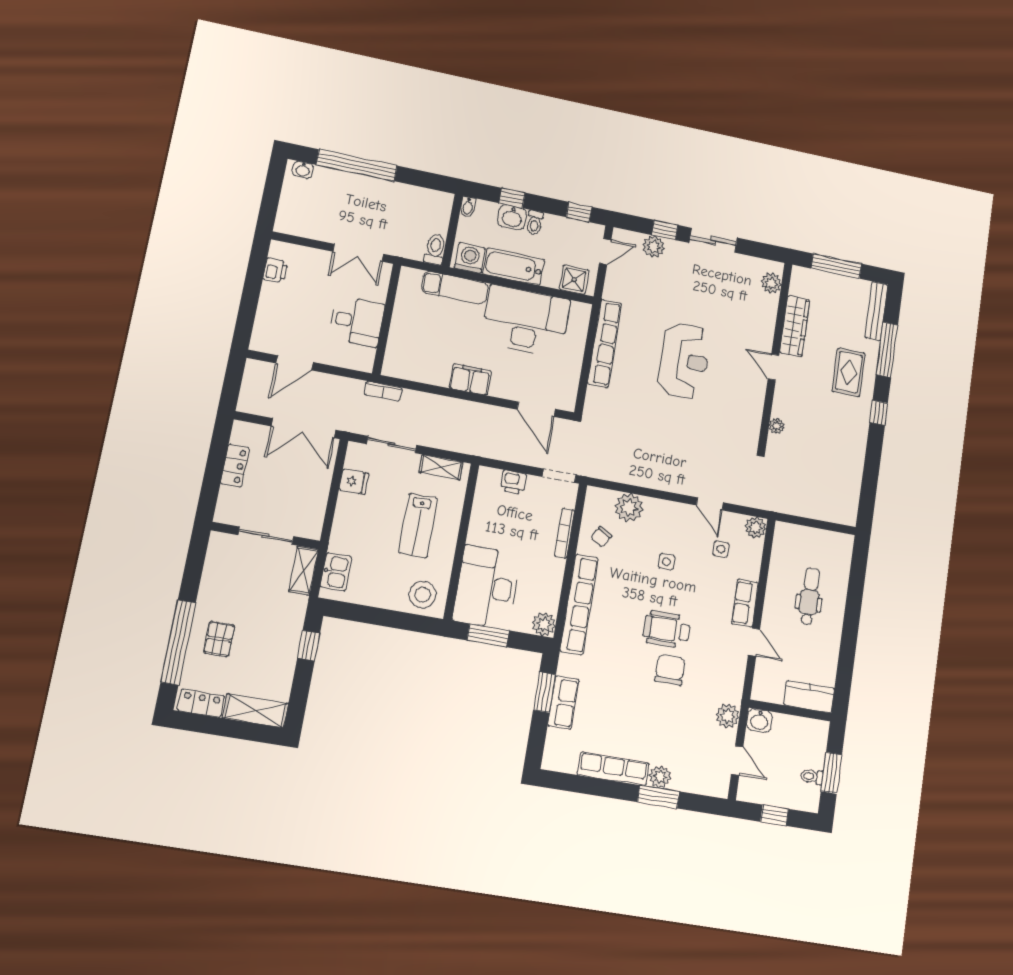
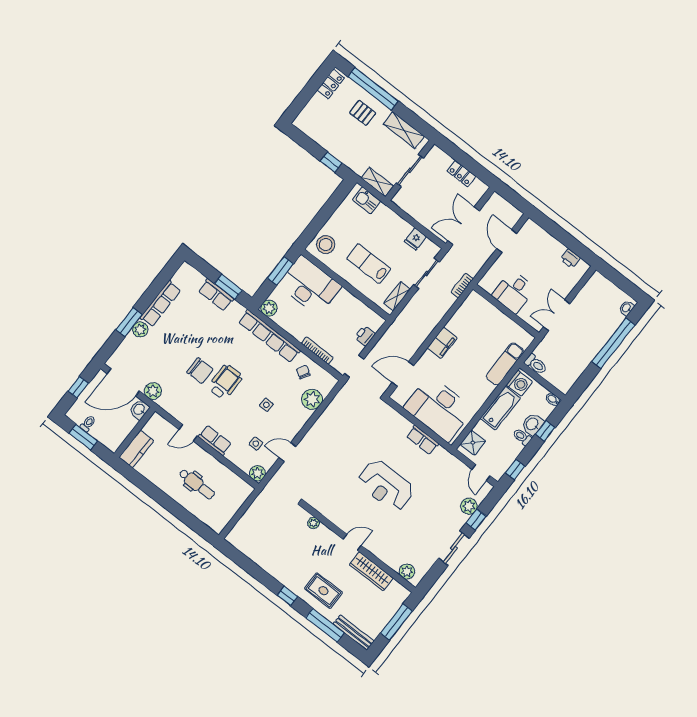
desk: (526, 321) -> (439, 408), moved, turned 90
row of seats: (604, 343) -> (422, 440), width x0.50
shelving: (256, 711) -> (404, 130), moved, turned 90
door: (737, 761) -> (123, 382), width x1.87

